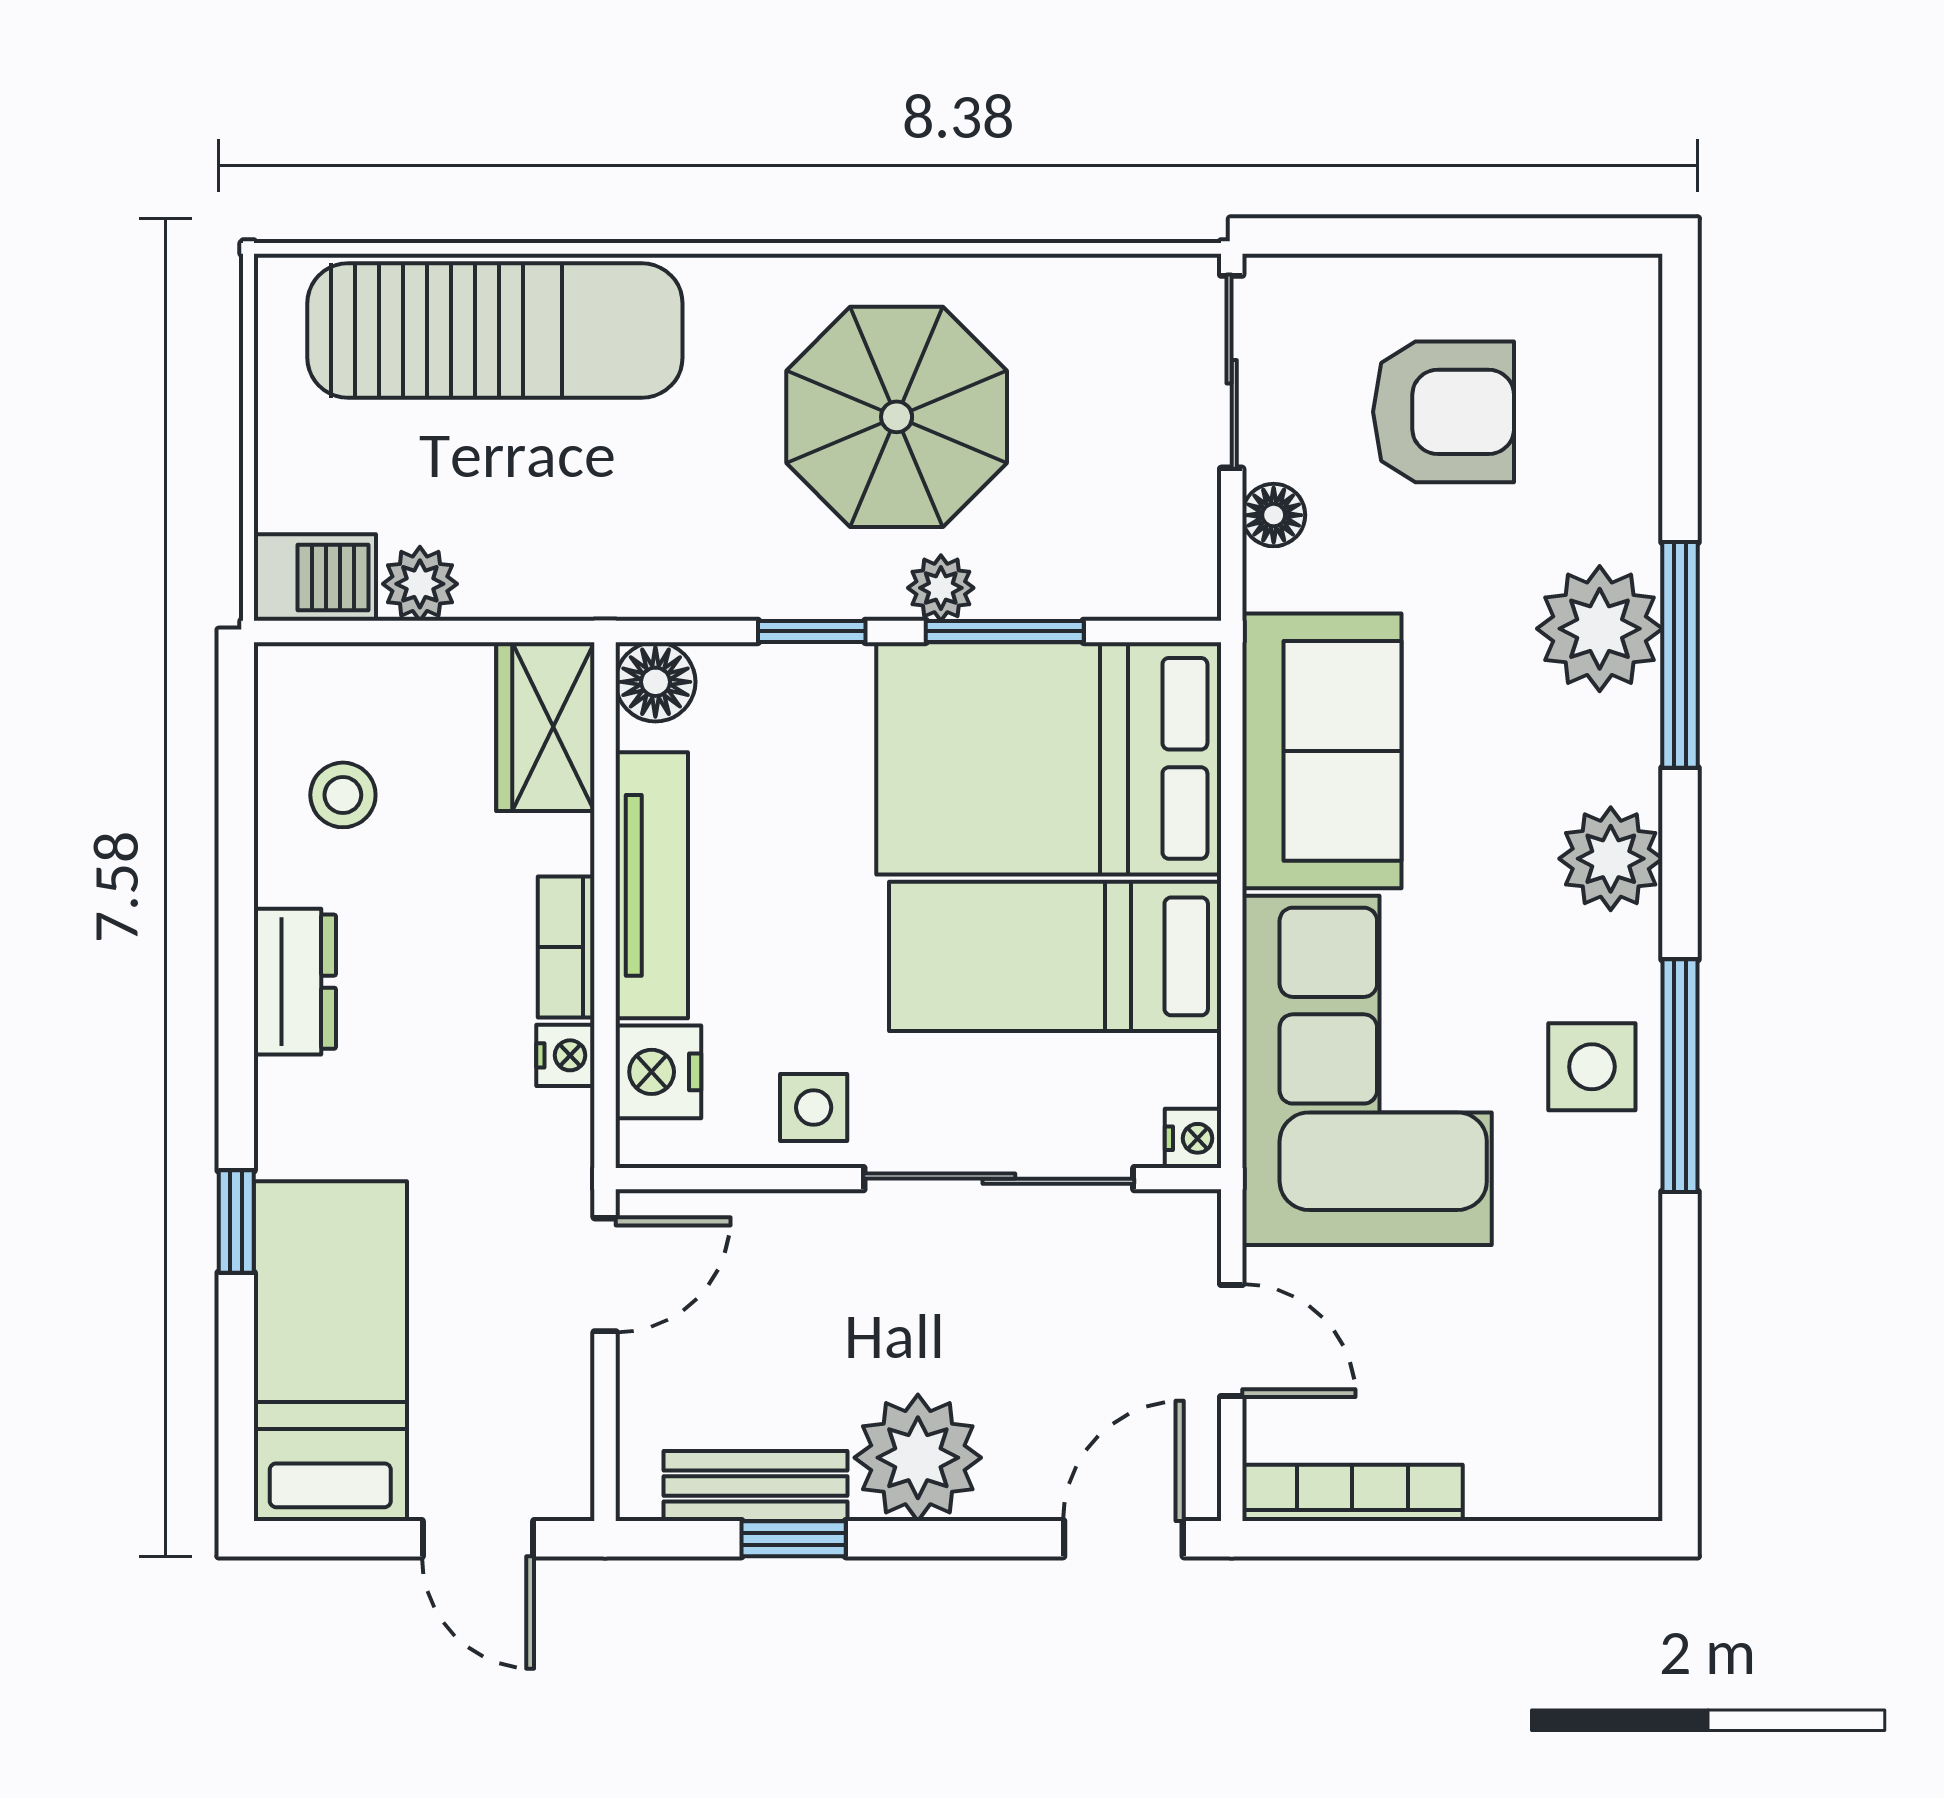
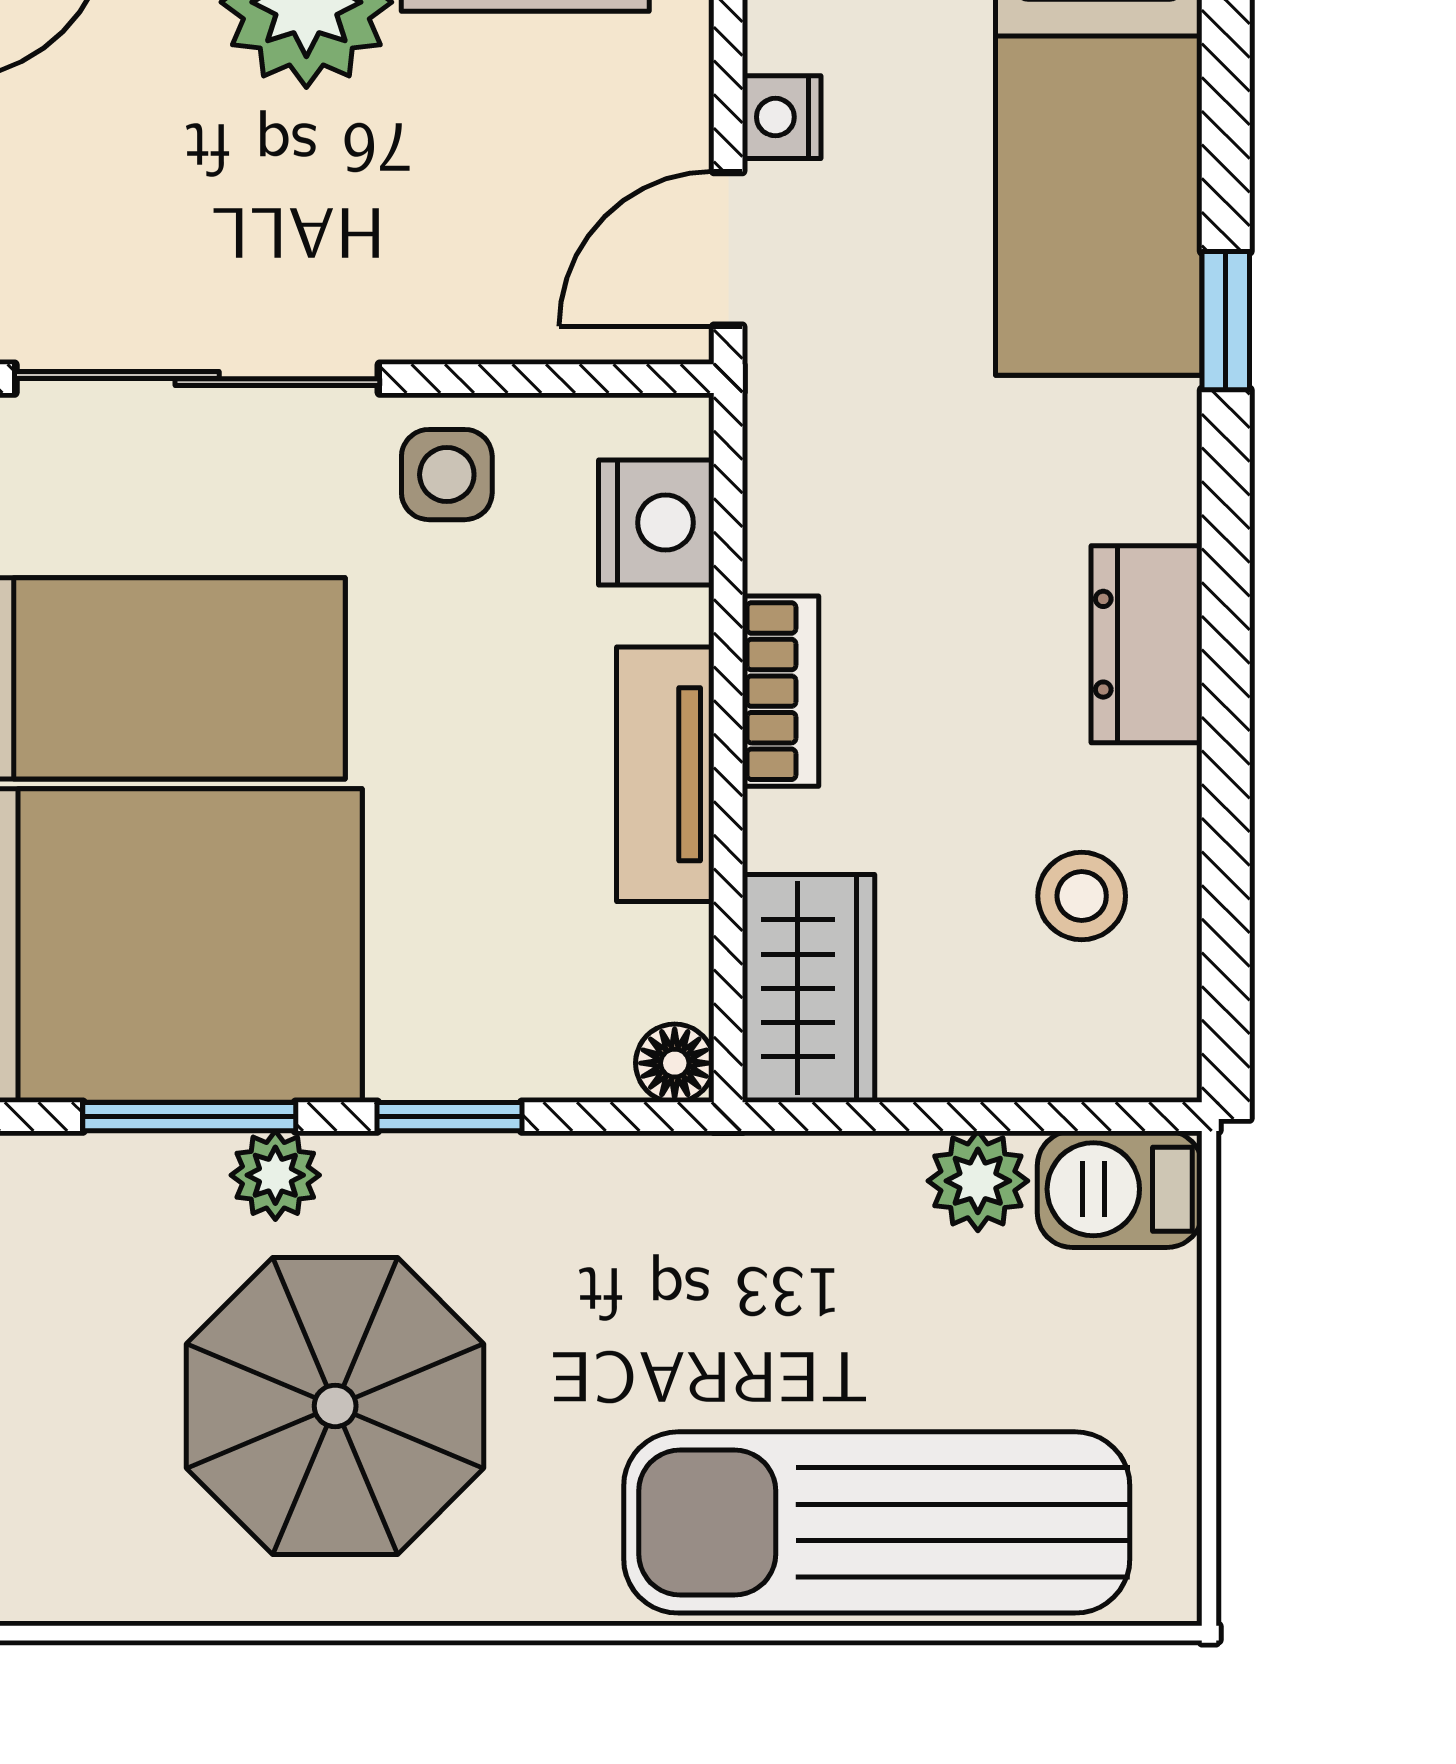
floor lamp: (655, 682) -> (675, 1063), width x0.73, depth x0.73
tv unit: (652, 885) -> (665, 774), width x0.71
nightstand: (565, 1055) -> (782, 117), moved

